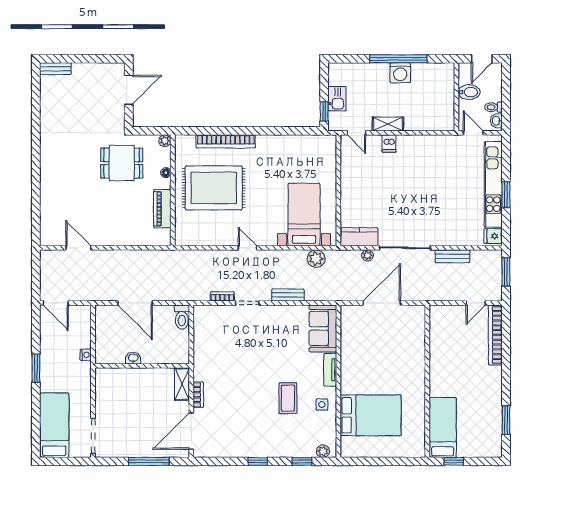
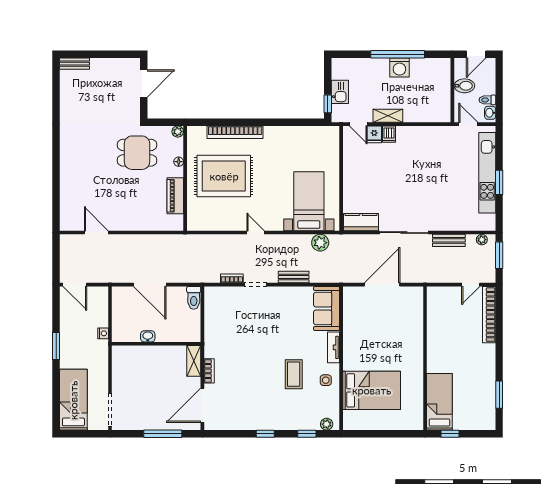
fridge: (493, 236) -> (374, 134), moved, turned -90
plant: (367, 255) -> (482, 240), moved

